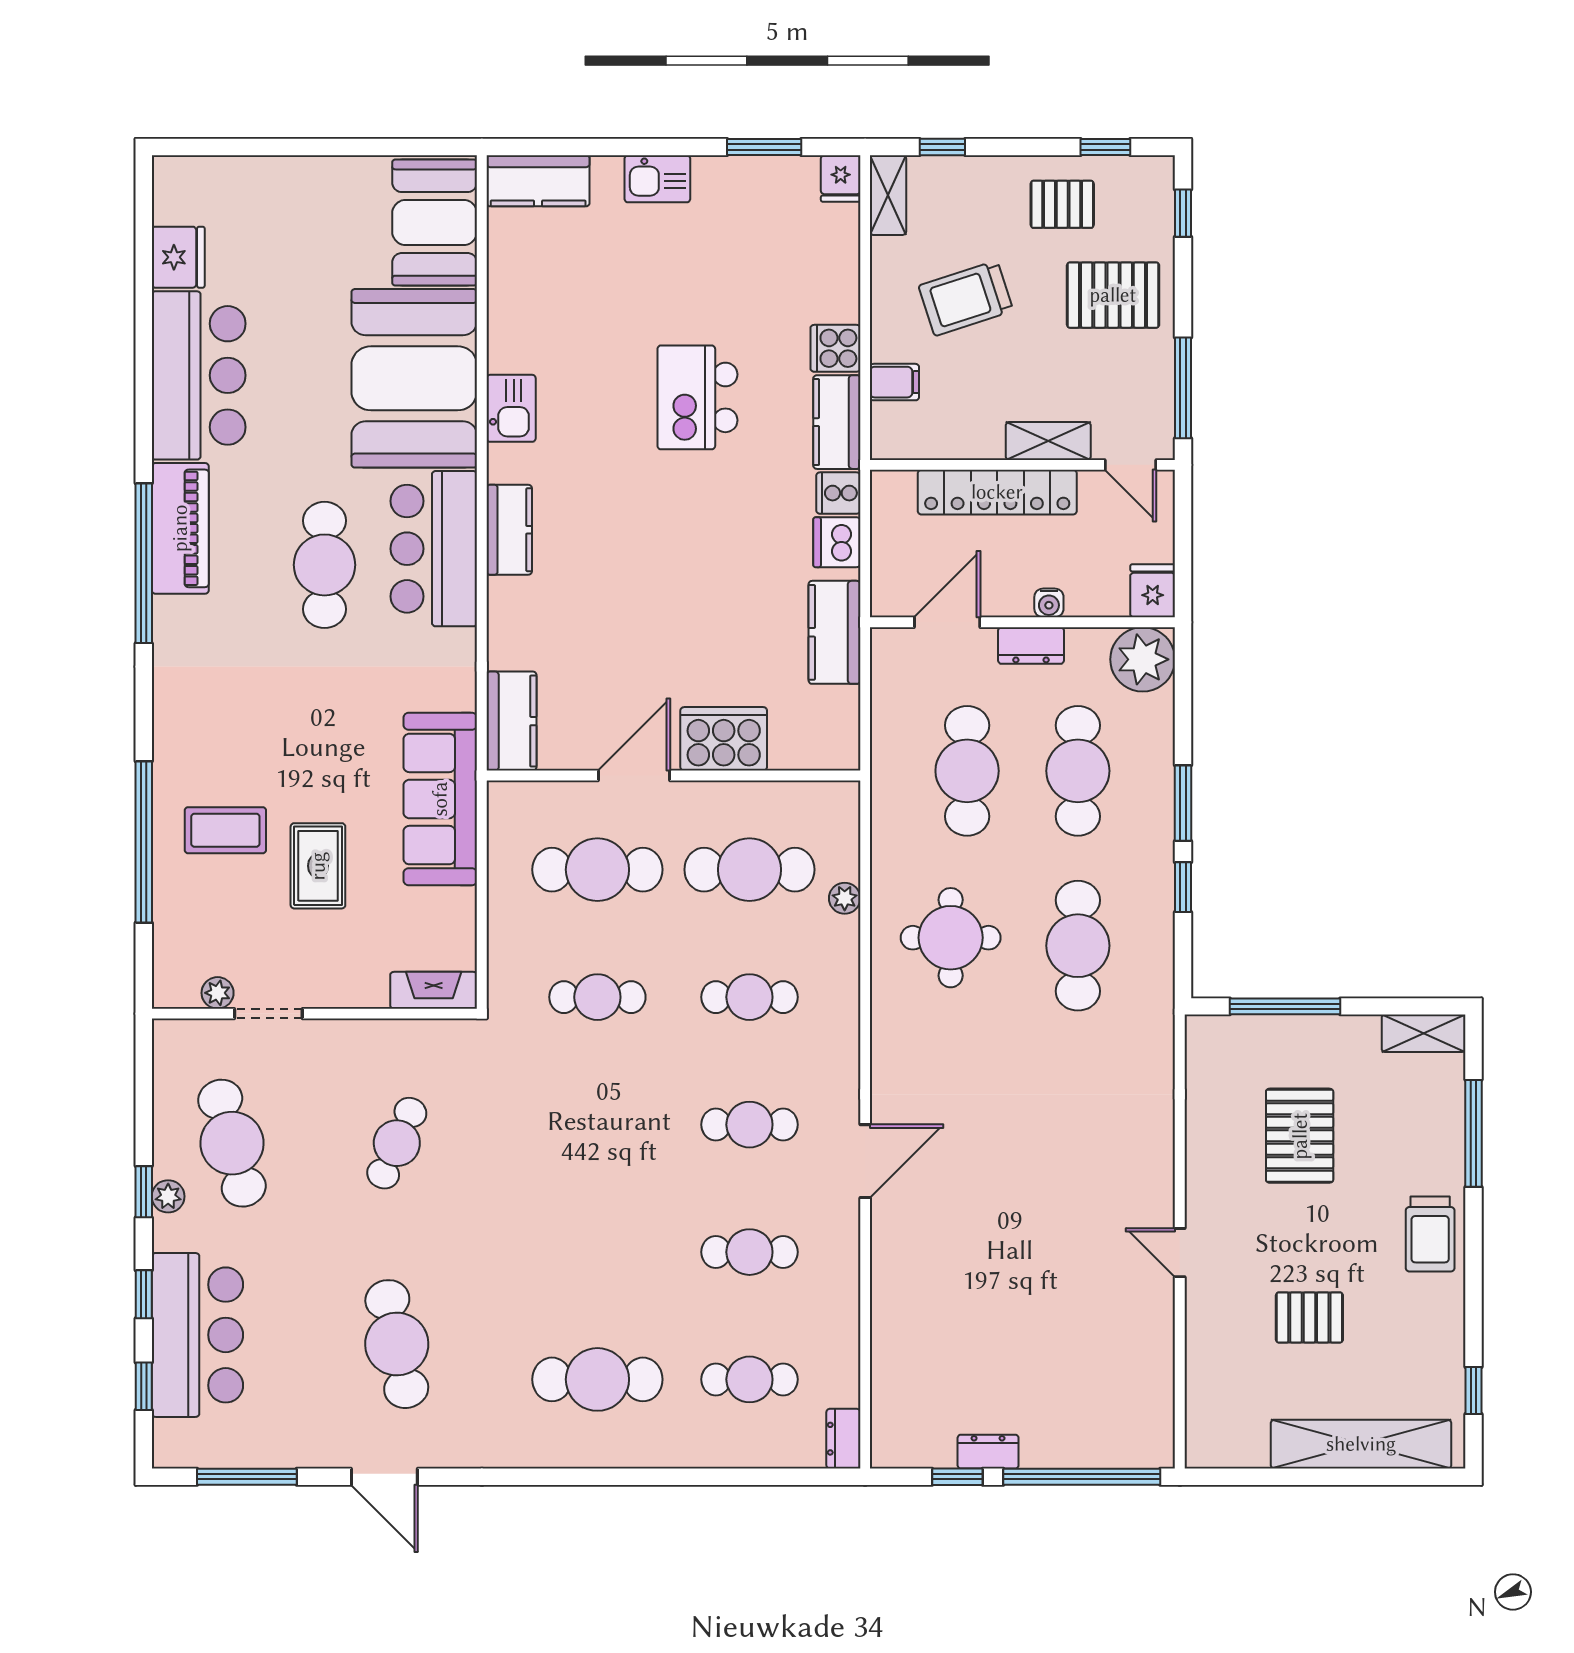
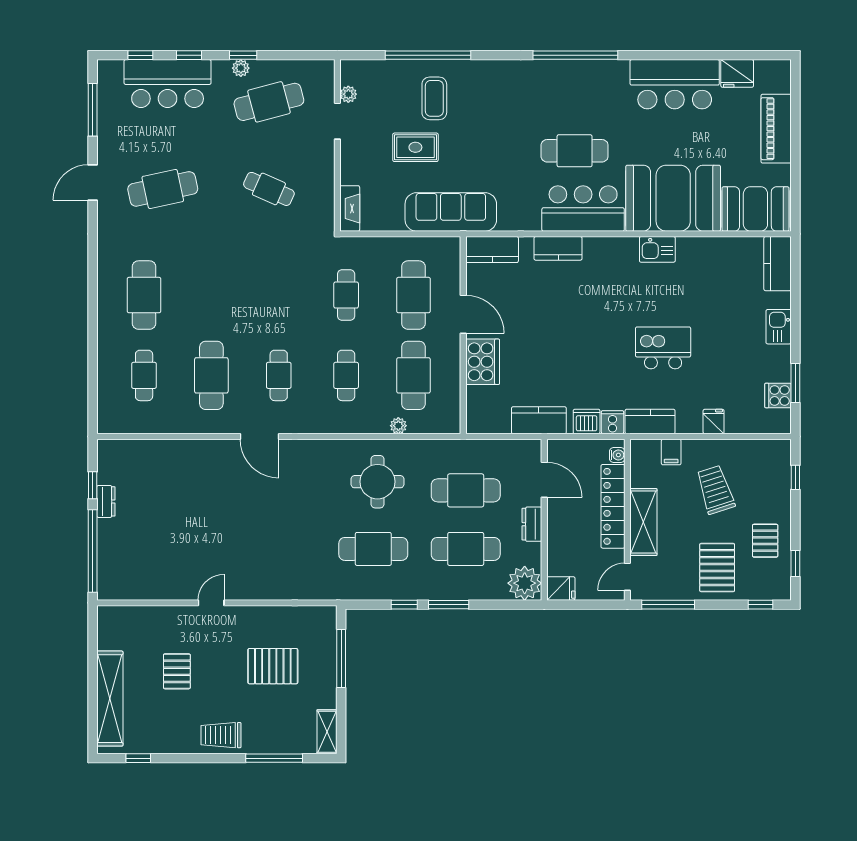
fridge: (841, 178) -> (714, 422), moved, turned 90
shelving: (888, 195) -> (770, 449), removed
cooker: (835, 348) -> (778, 395), moved, turned -90
shelving: (1048, 441) -> (643, 522), width x1.50, depth x1.33
piano: (180, 528) -> (776, 129), moved, turned 90
kitchen counter: (509, 530) -> (558, 248), moved
water cooler: (1049, 603) -> (617, 455), moved, turned 180
cafe table: (749, 1252) -> (211, 375), width x1.37, depth x1.35
dresser: (843, 1439) -> (113, 425), removed

